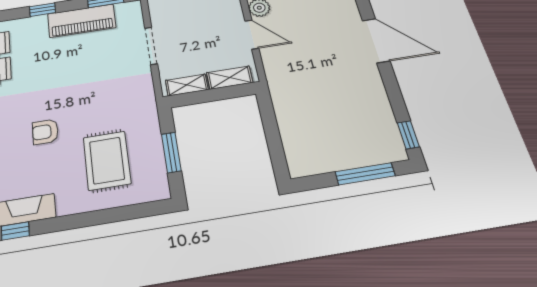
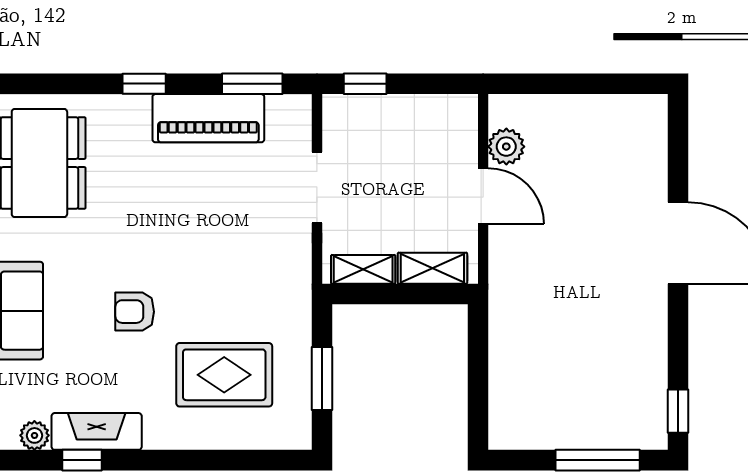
rug: (107, 160) -> (224, 375), turned 90

